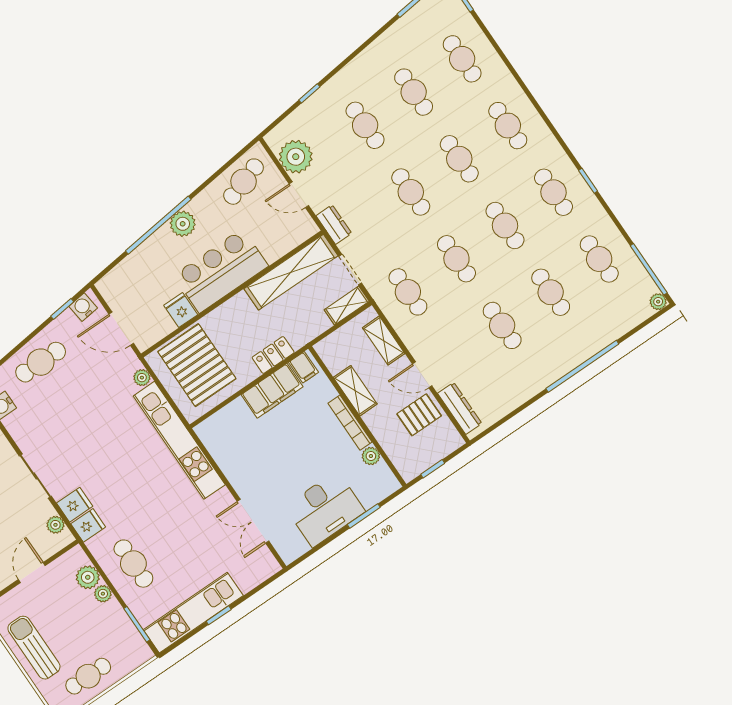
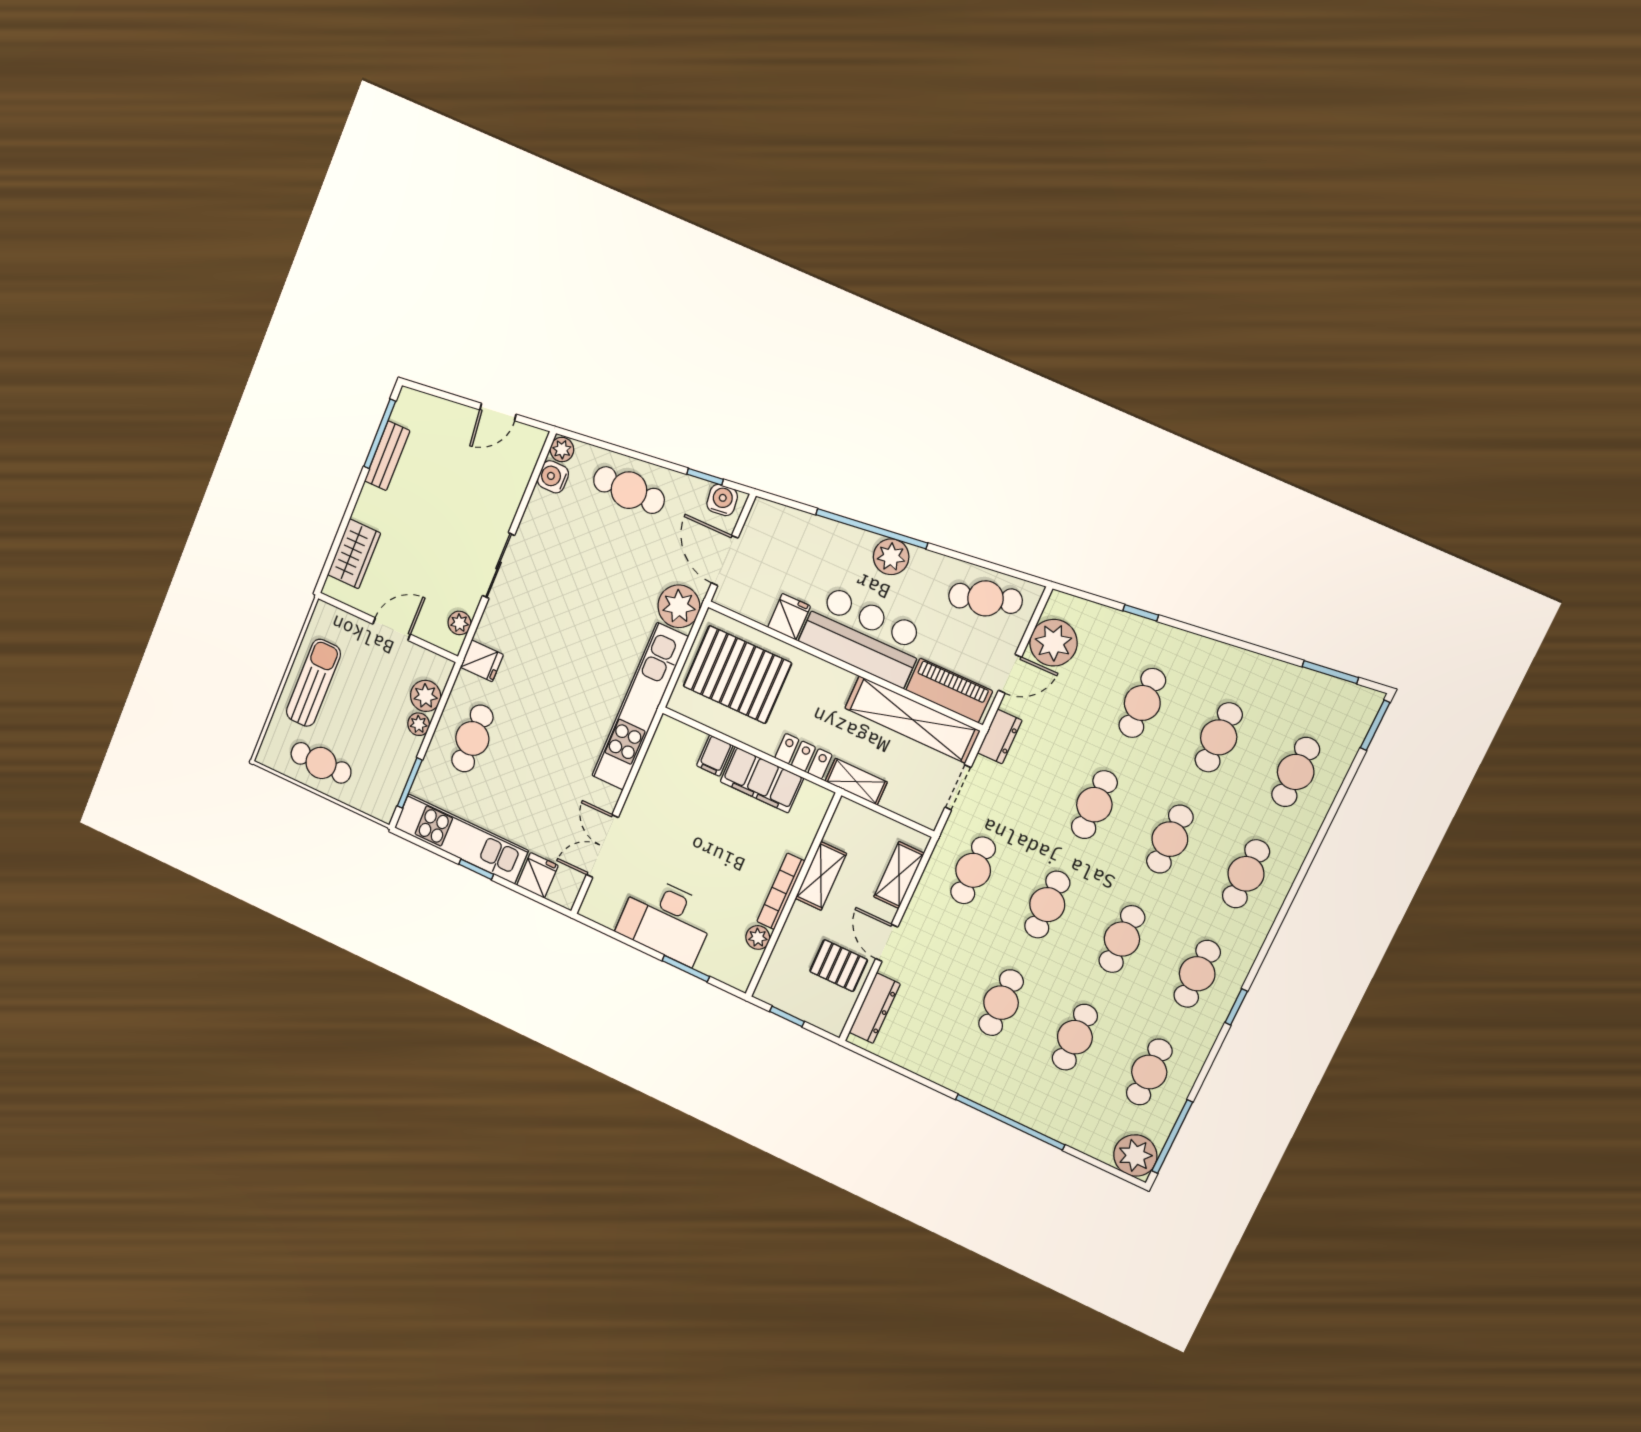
door: (299, 195) -> (1010, 674), swing flipped
piano: (287, 238) -> (949, 690), added
plant: (658, 302) -> (1135, 1155), width x1.88, depth x1.88
shelving: (347, 305) -> (856, 782), moved
pallet: (197, 365) -> (737, 675), turned 90
filing cabinet: (303, 367) -> (715, 756), moved
plant: (142, 378) -> (679, 606), width x1.88, depth x1.88
fridge: (75, 505) -> (537, 875), moved, turned -90

